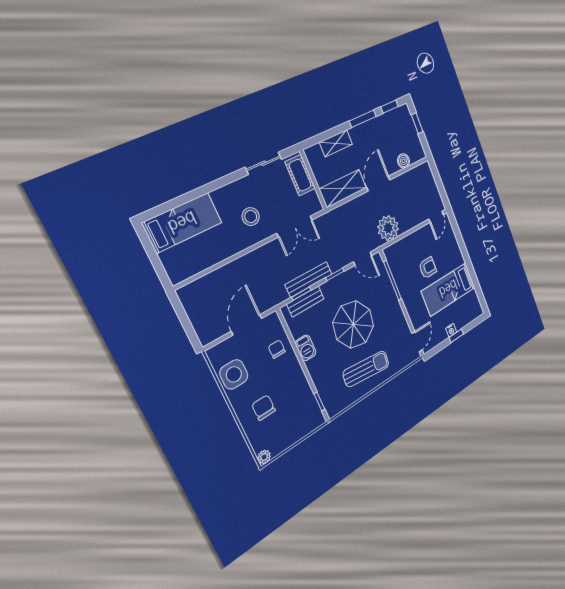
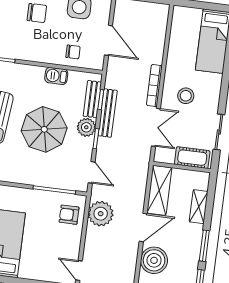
boiler: (403, 161) -> (154, 260), width x1.86, depth x1.86
door: (378, 184) -> (143, 227), hinge flipped
double door: (295, 227) -> (156, 127), swing flipped
bookcase: (260, 253) -> (154, 85), added
door: (363, 259) -> (92, 172), swing flipped
armchair: (428, 268) -> (69, 215), moved, turned 90
plant: (331, 289) -> (86, 127), added

